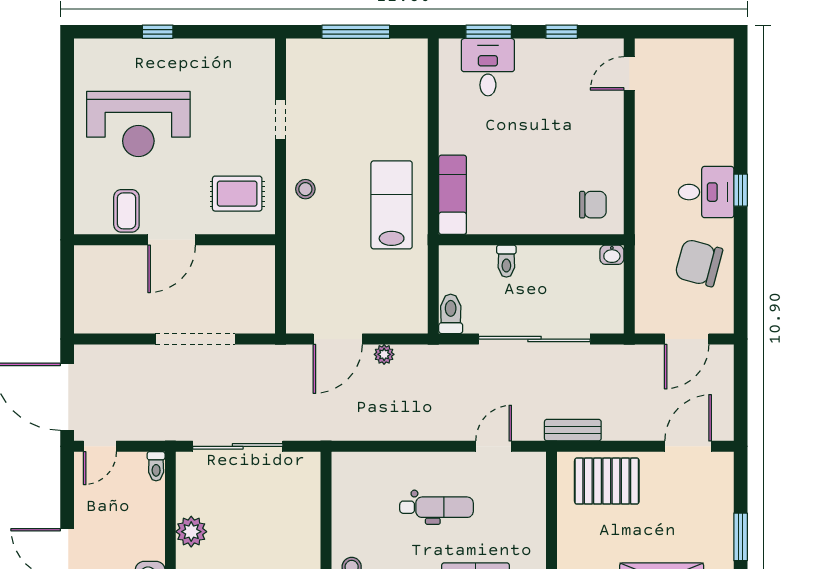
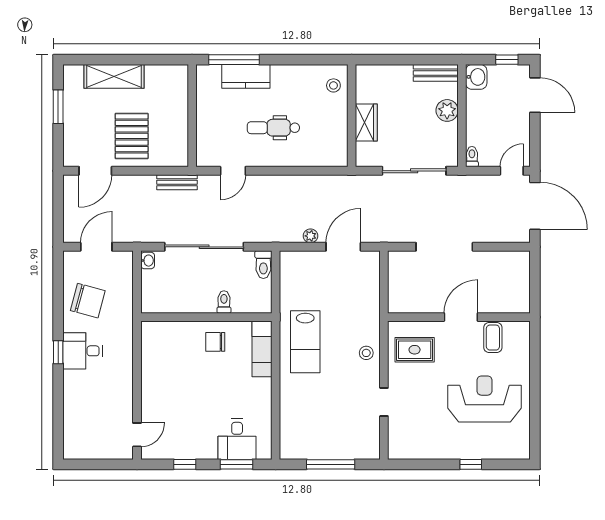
chair: (593, 205) -> (215, 342), moved
washbasin: (612, 255) -> (148, 261), moved, turned 90
pallet: (607, 481) -> (132, 136), moved, turned 90
wardrobe: (305, 515) -> (366, 123), added

